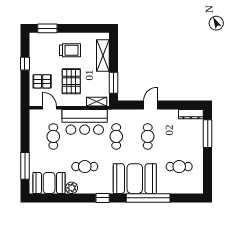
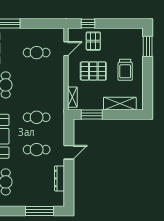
window: (25, 64) -> (88, 23), moved
door: (150, 105) -> (69, 152), hinge flipped
dresser: (191, 114) -> (59, 178), moved
bar counter: (85, 122) -> (52, 85), removed

